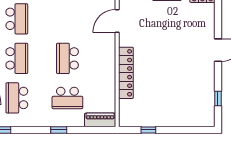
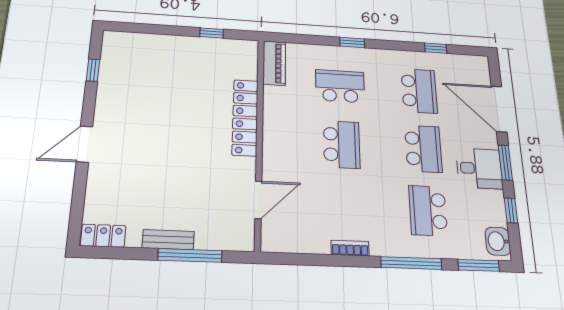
school desk: (17, 58) -> (423, 149), turned 180
piano: (100, 120) -> (274, 63), moved, turned -90

